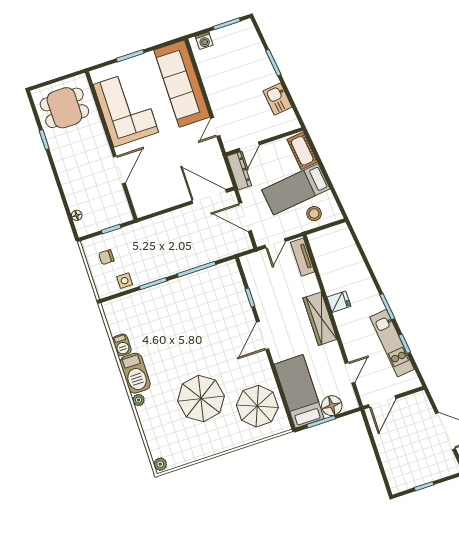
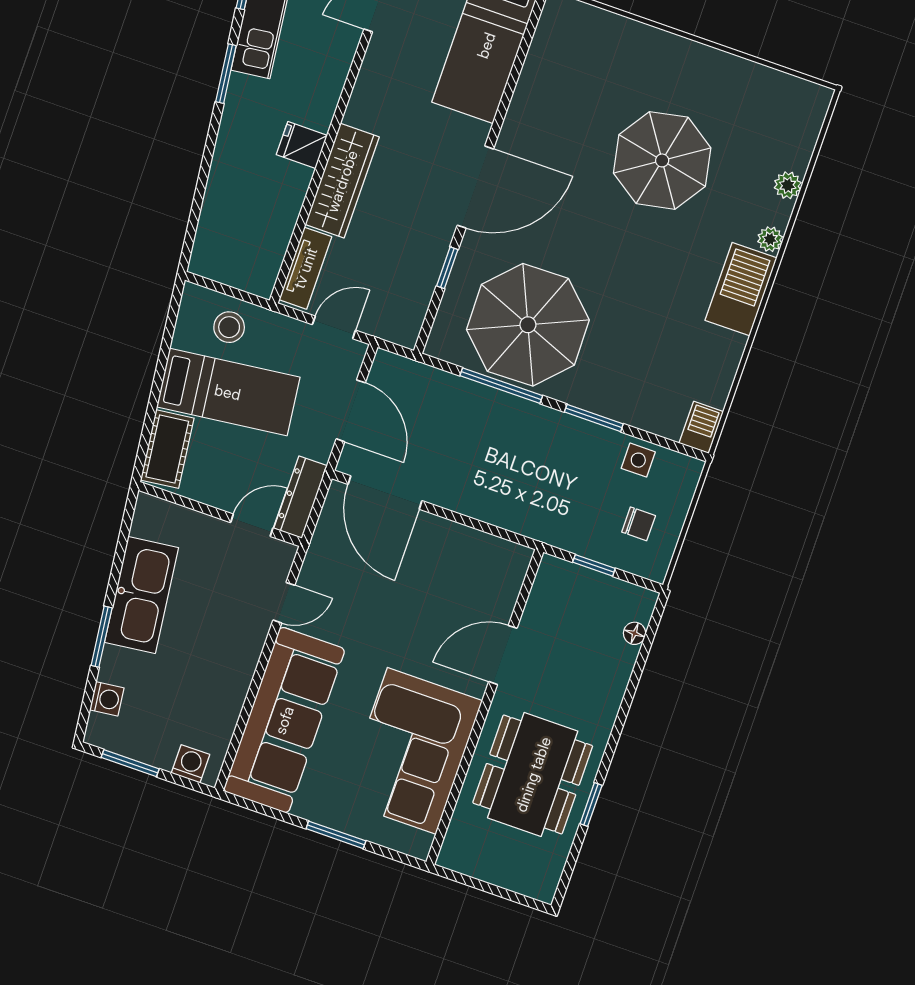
washing machine: (254, 41) -> (107, 699), added
kitchen sink: (277, 99) -> (142, 595), width x1.88, depth x1.24
dining table: (64, 108) -> (533, 774), moved, width x1.37
wardrobe: (320, 319) -> (342, 181), moved
door: (263, 336) -> (475, 187), width x1.36
barbecue: (122, 345) -> (701, 427), moved
parasol: (257, 406) -> (528, 325), moved, width x1.36, depth x1.36
plant: (160, 464) -> (788, 185), moved

